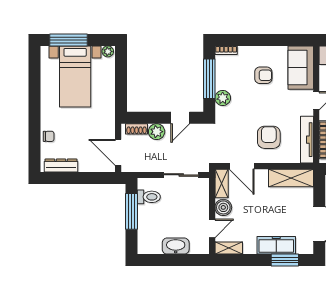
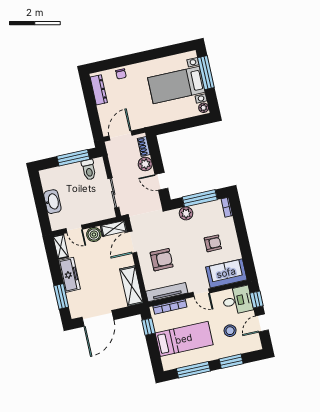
armchair: (263, 75) -> (213, 243), turned -90
freezer: (276, 245) -> (69, 275), moved

